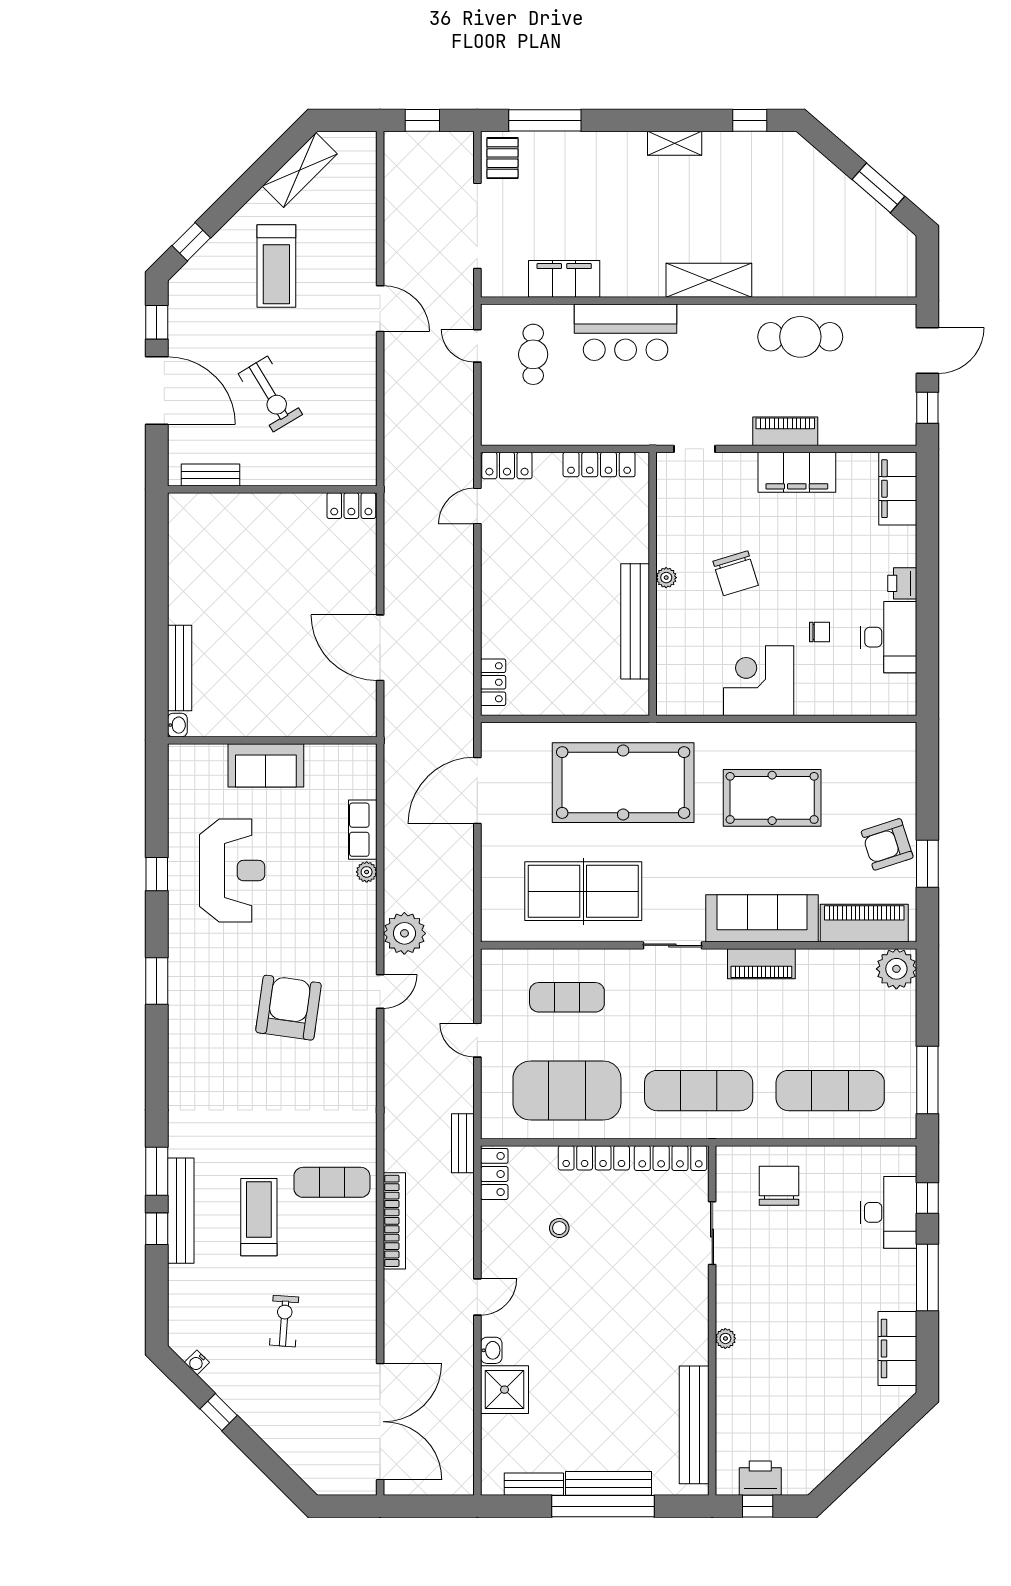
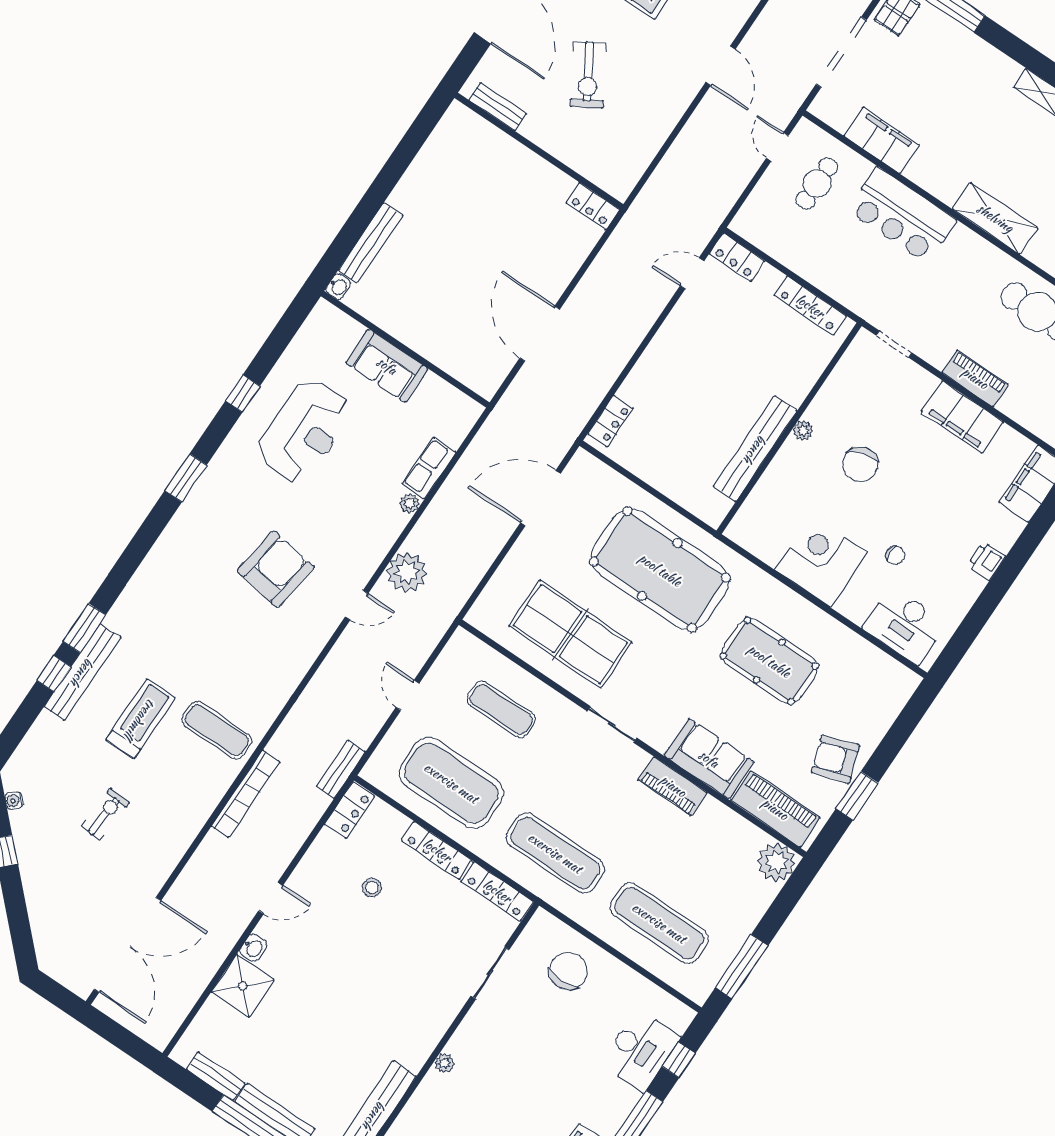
desk: (888, 637) -> (905, 625), moved, turned 90
sofa: (762, 918) -> (709, 759), width x0.73

